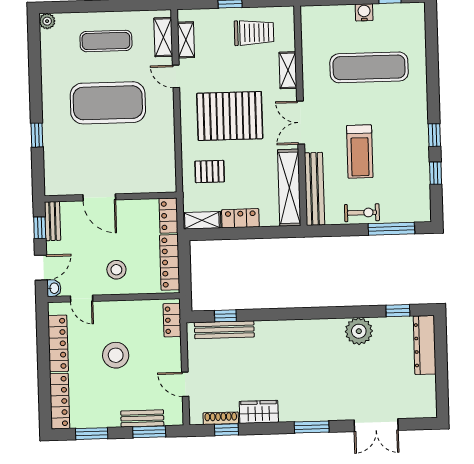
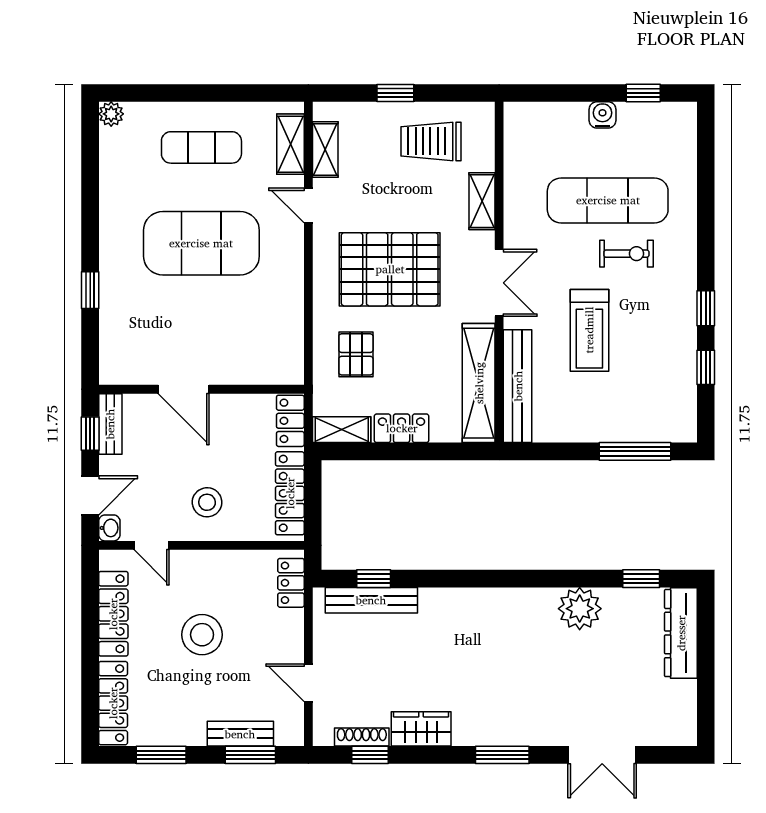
trolley: (254, 33) -> (431, 141), turned 180
double door: (301, 123) -> (499, 283), swing flipped
pallet: (210, 172) -> (356, 354), turned 90
exercise bike: (362, 213) -> (626, 254), moved

